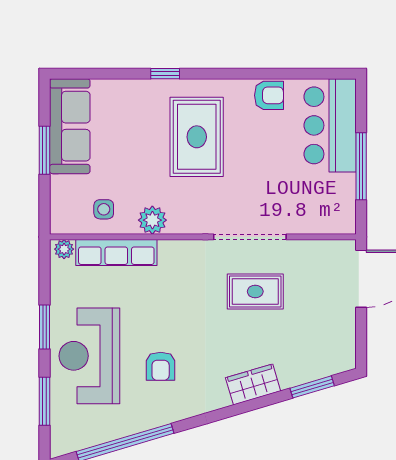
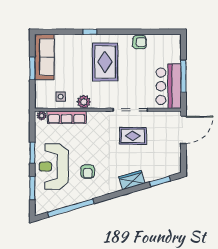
bar counter: (330, 125) -> (169, 86), moved

